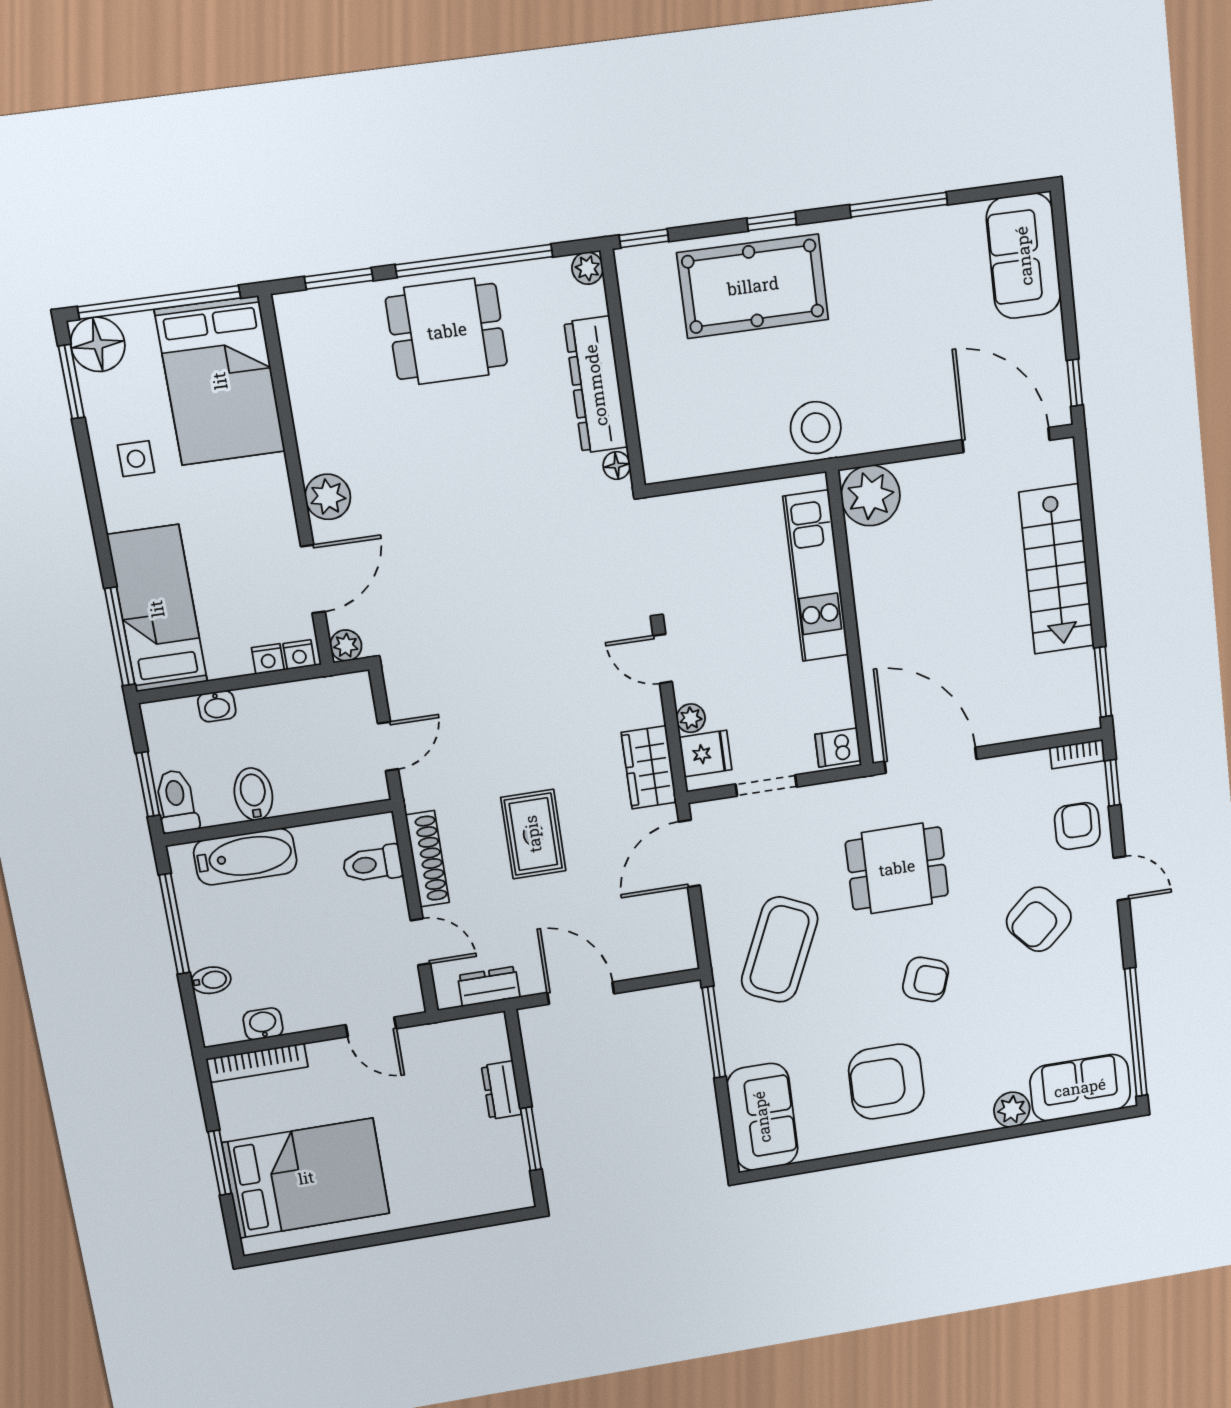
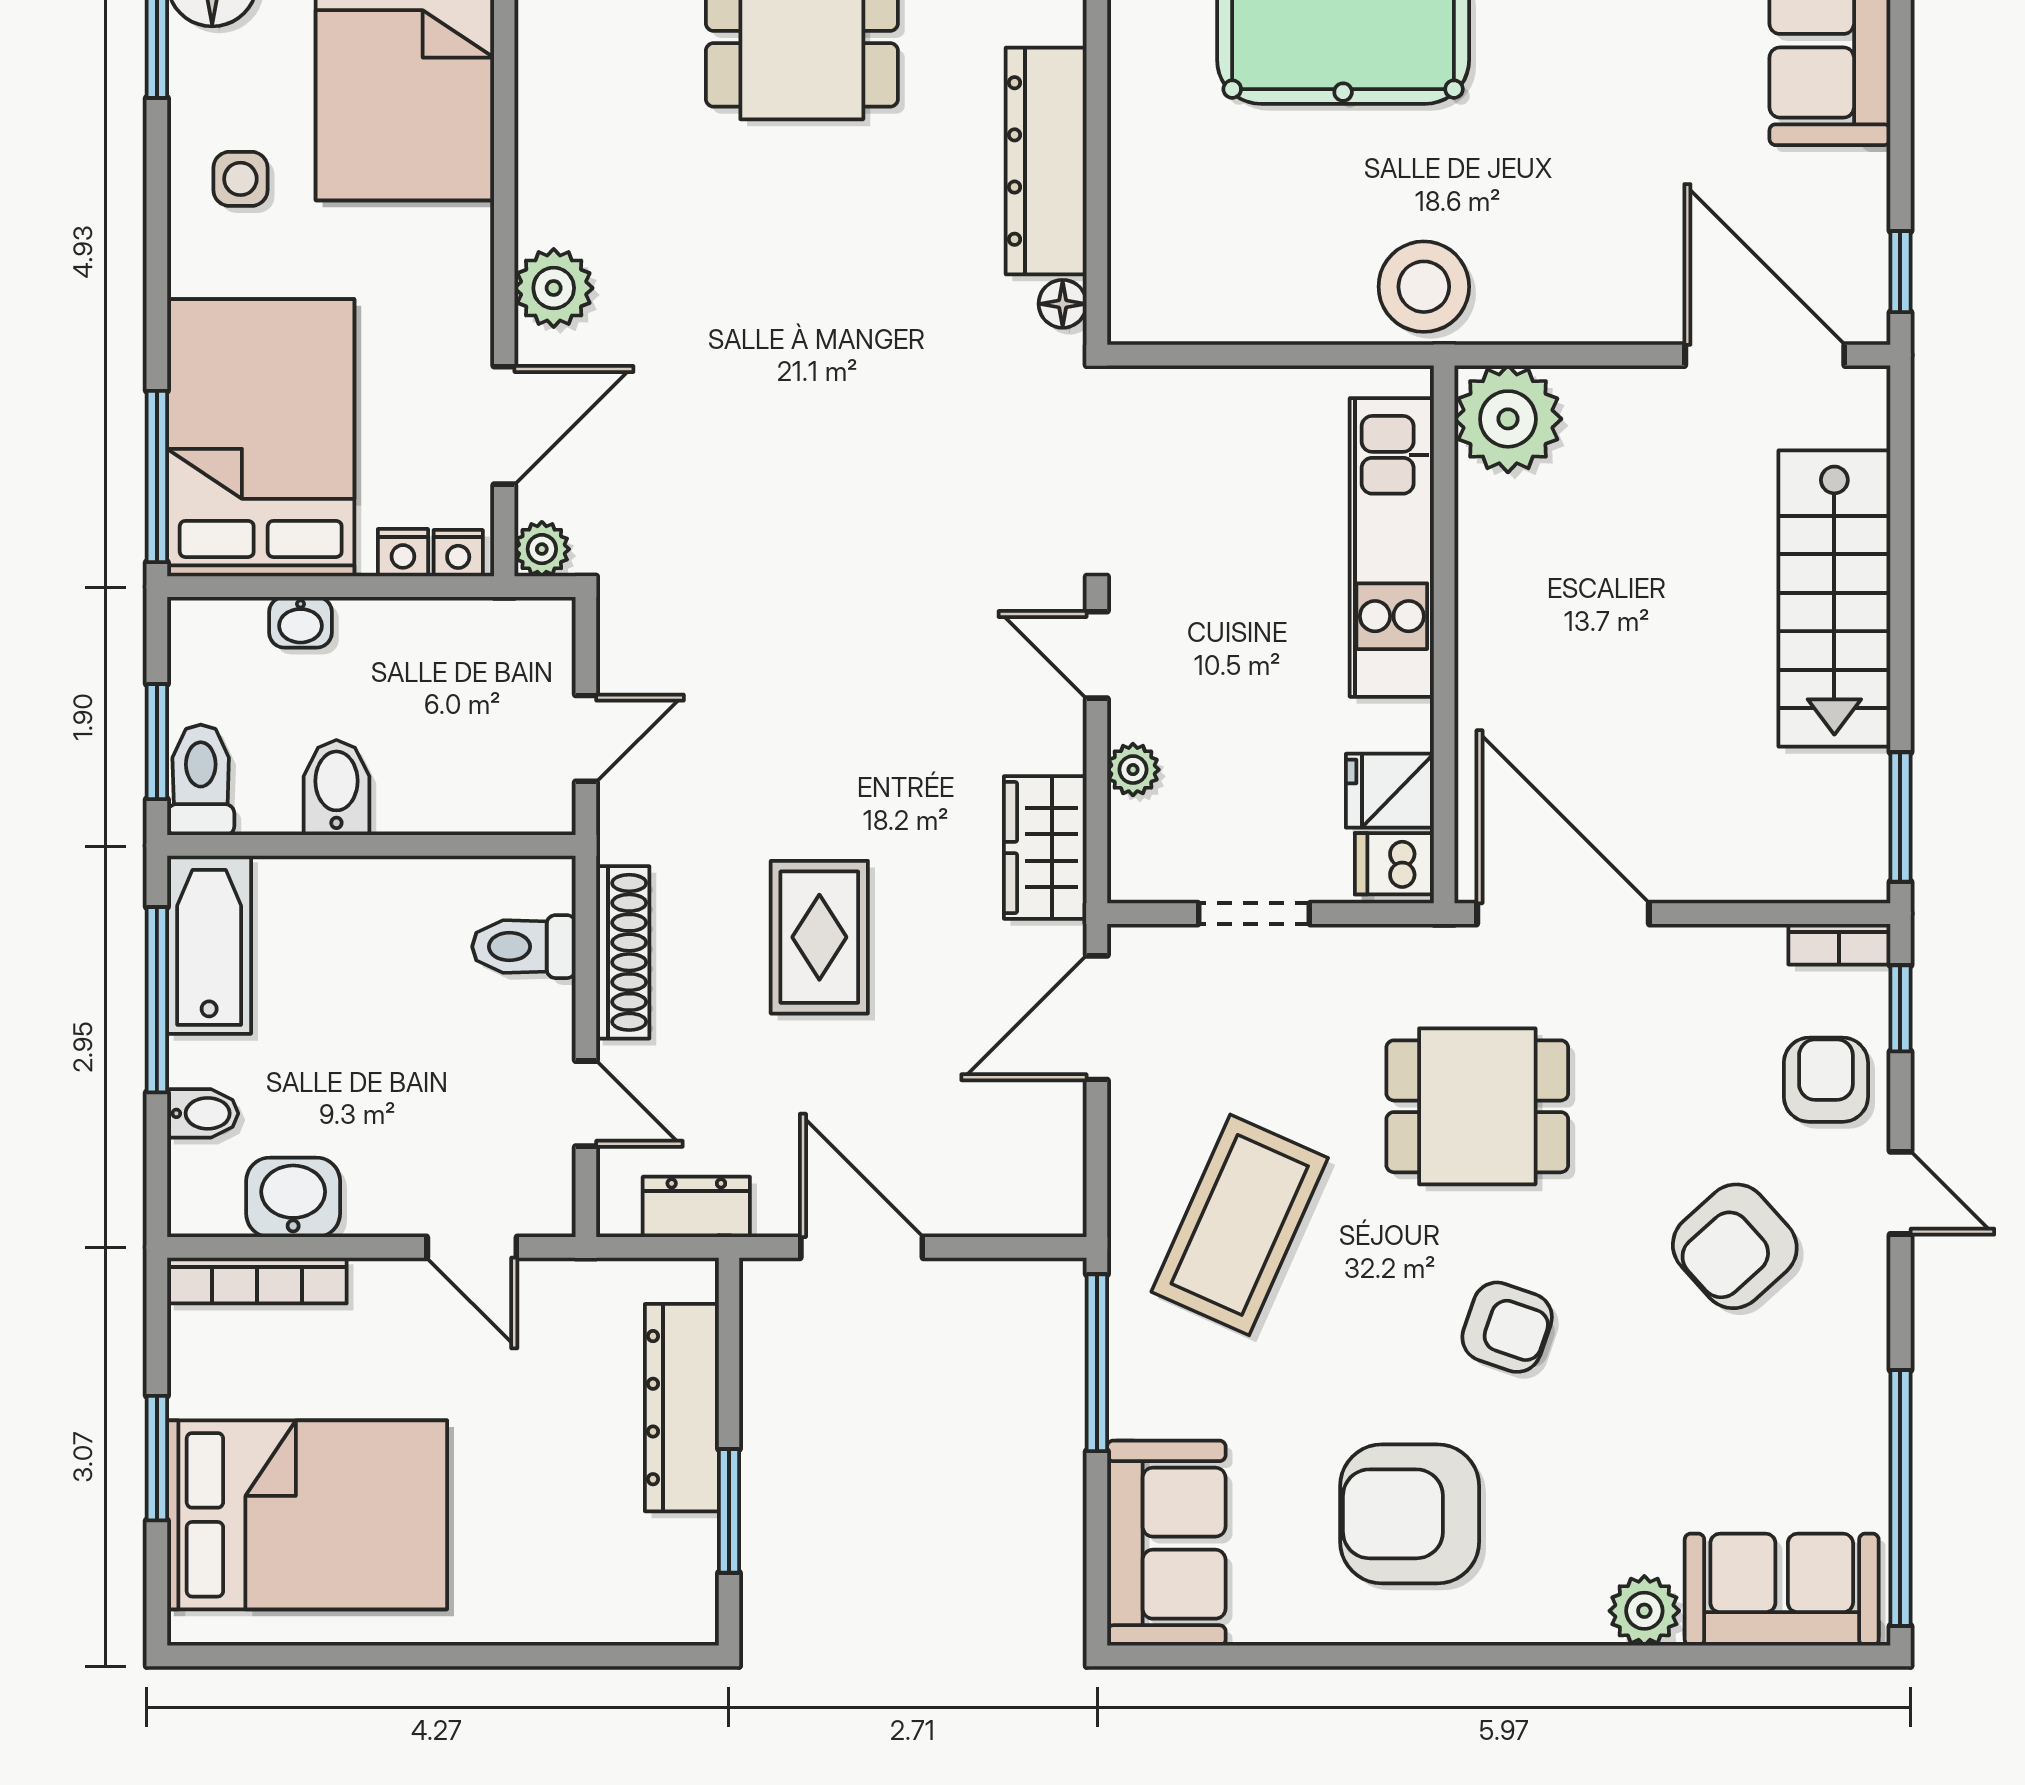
bed: (157, 609) -> (261, 438), width x1.50
fridge: (706, 754) -> (1390, 791), moved, turned 180
bathtub: (245, 857) -> (209, 945), moved, turned -90
washbasin: (263, 1024) -> (293, 1197), width x1.38, depth x1.45
dresser: (501, 1090) -> (682, 1408), width x1.96, depth x1.24

